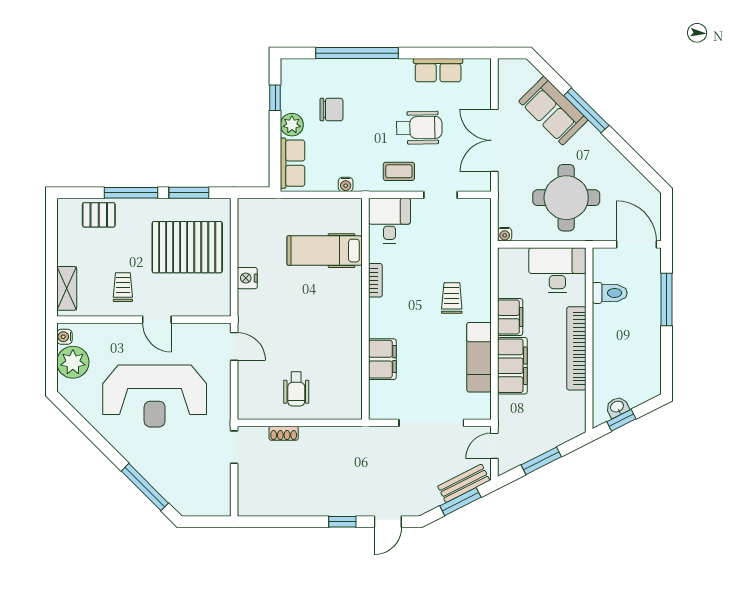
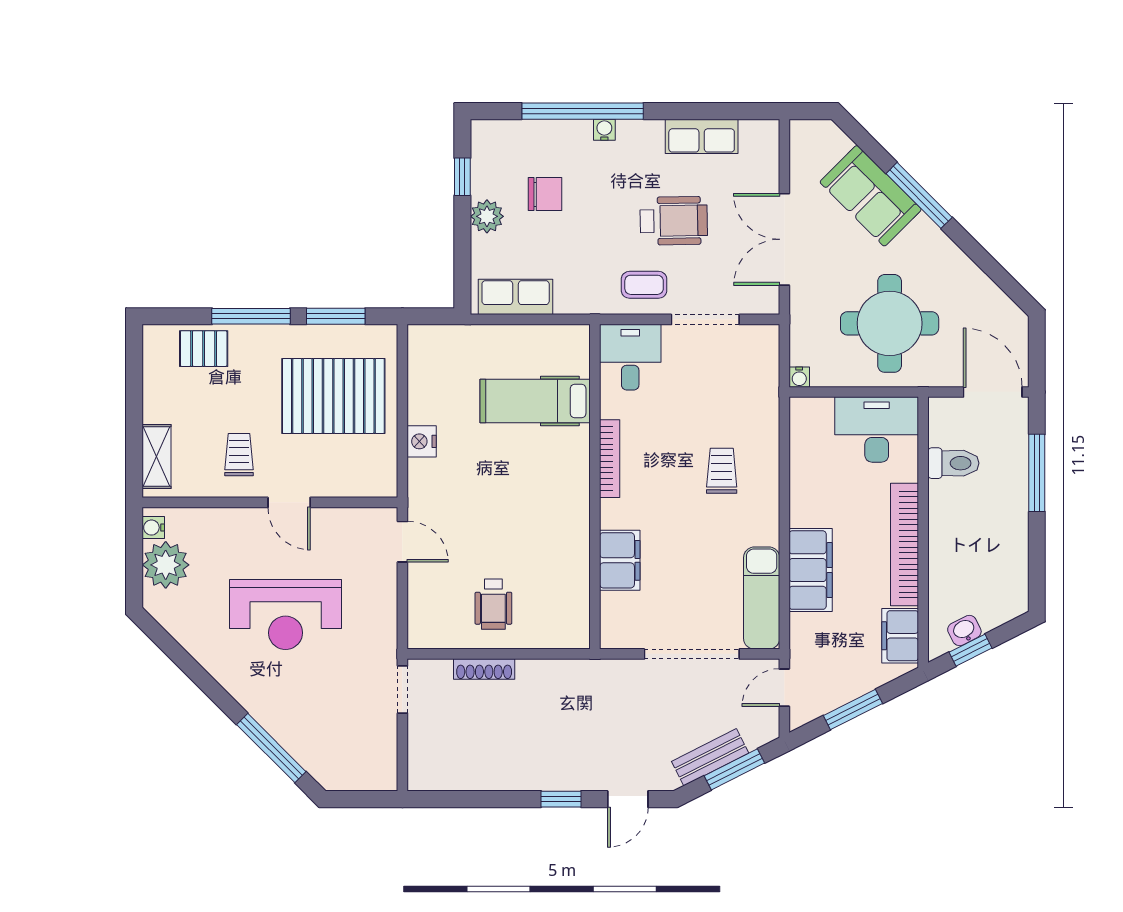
row of seats: (293, 163) -> (516, 297), moved, turned -90
water cooler: (346, 184) -> (604, 130), moved, turned 180
doorway: (441, 195) -> (705, 319), width x1.38
bookcase: (375, 280) -> (610, 459), width x1.56
filing cabinet: (510, 317) -> (900, 636), moved, turned 180
exam couch: (479, 357) -> (762, 598), moved
reception desk: (155, 396) -> (286, 615), width x0.74, depth x0.77
shoe rack: (284, 433) -> (484, 669), width x1.43
bench: (464, 483) -> (710, 757), moved

